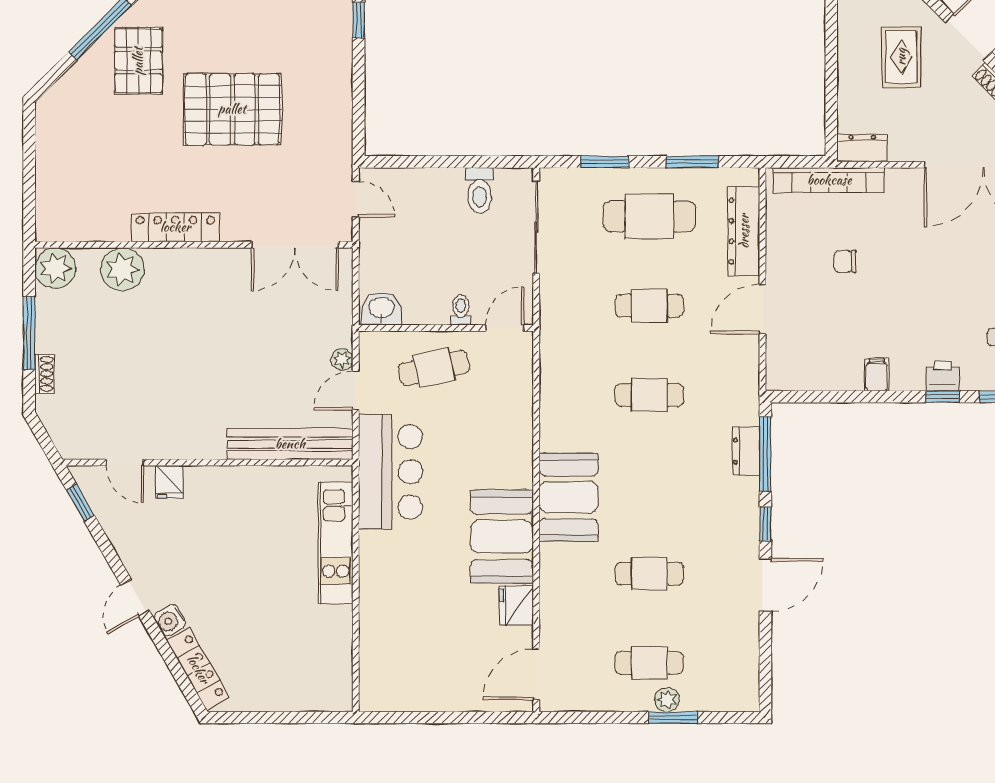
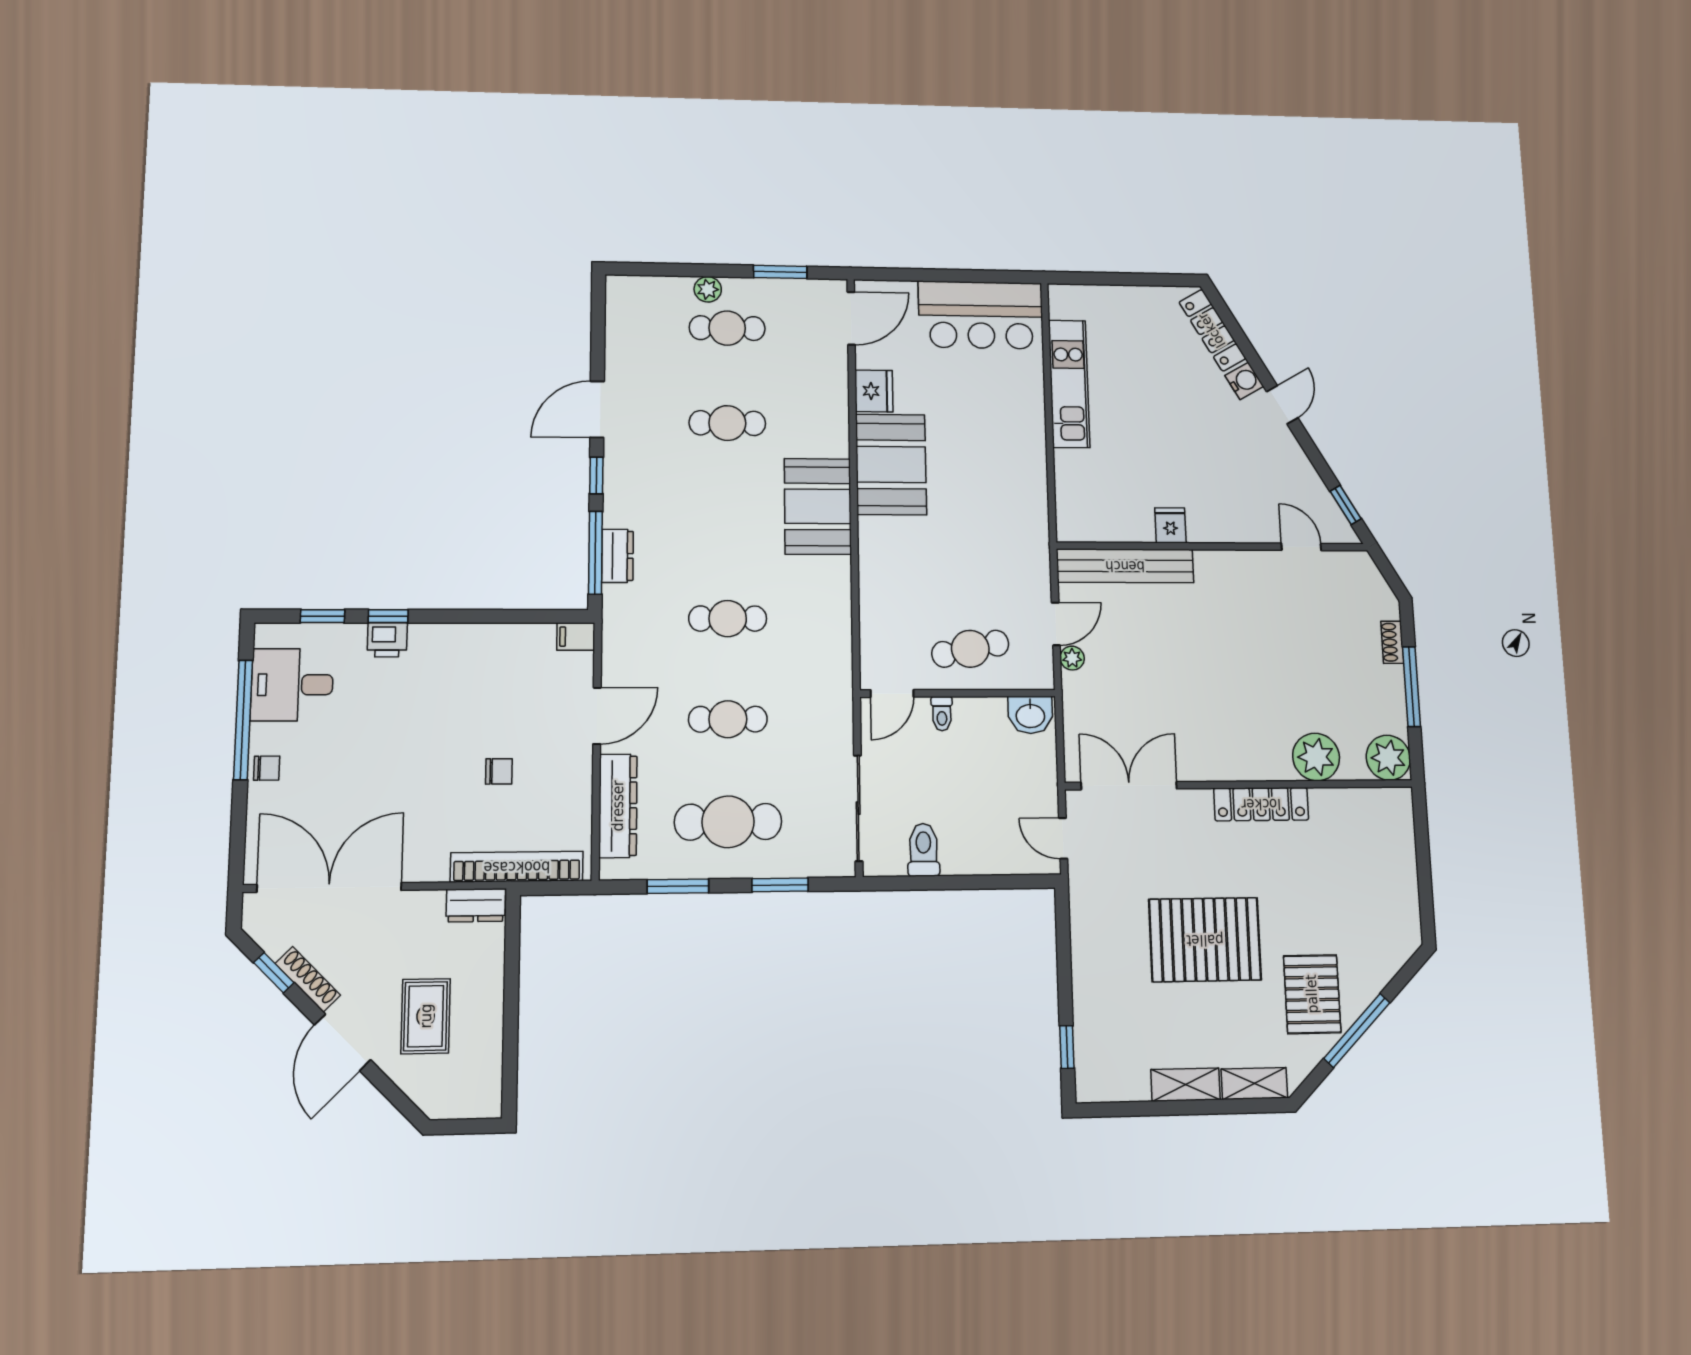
filing cabinet: (877, 375) -> (576, 637), moved, turned 90
bar counter: (391, 472) -> (981, 315), moved, turned -90
fridge: (169, 482) -> (1170, 525), moved
kitchen unit: (336, 543) -> (1069, 384), moved
window: (673, 718) -> (780, 272), moved

